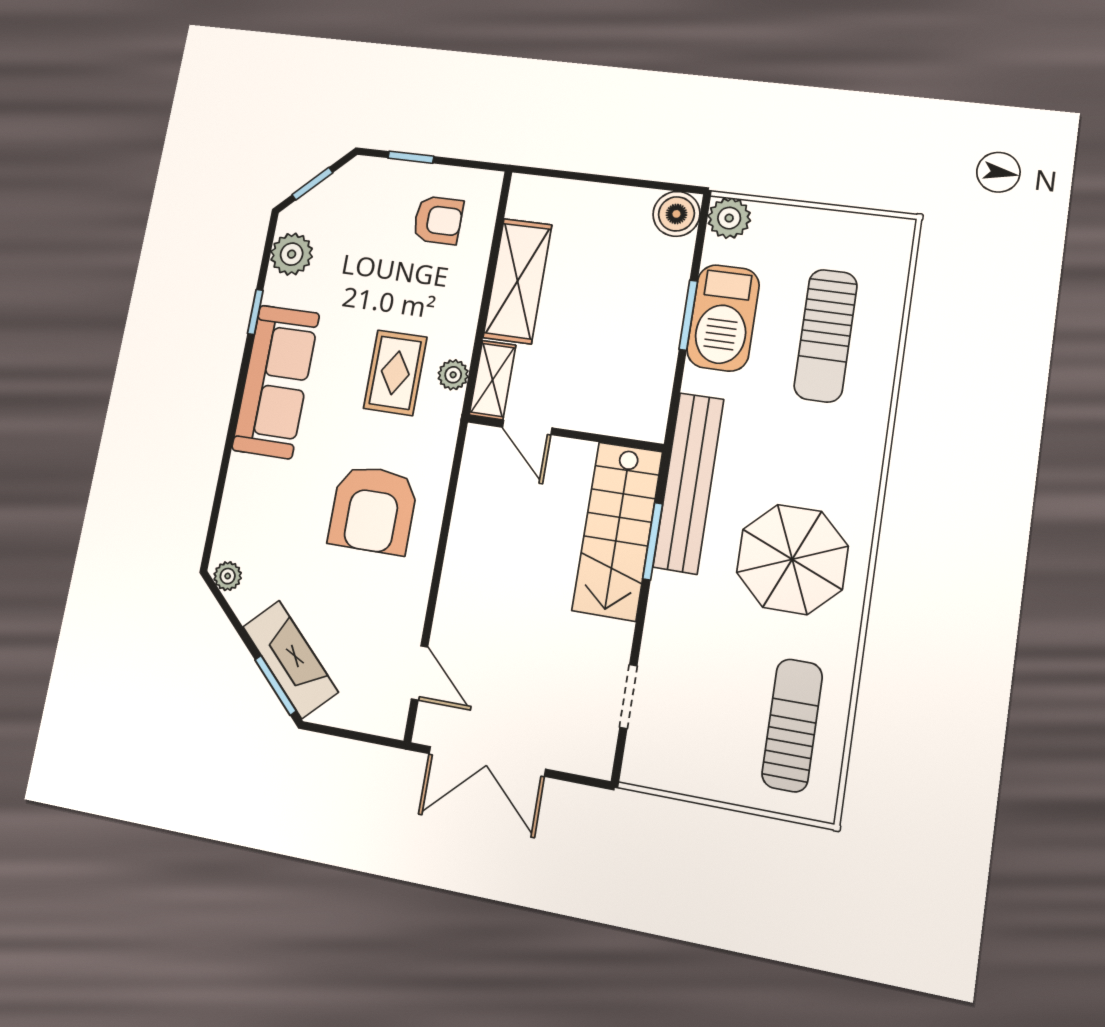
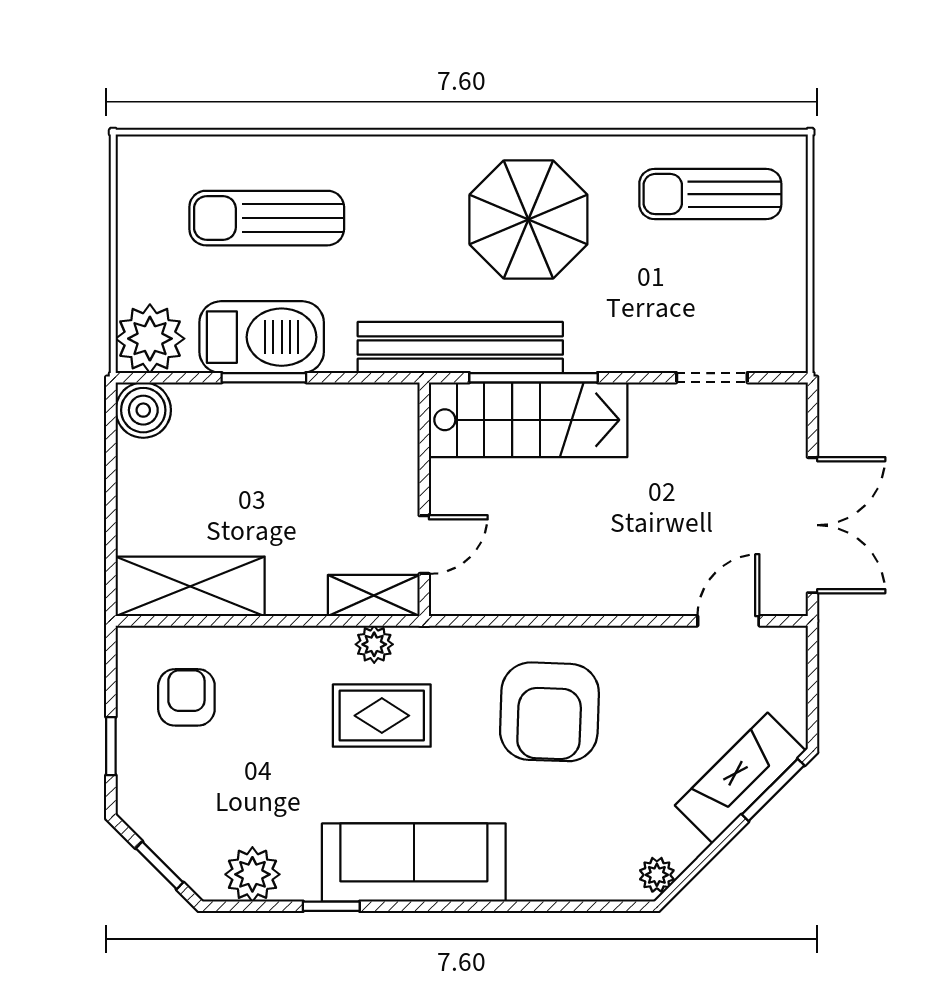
plant: (729, 218) -> (150, 339), width x1.36, depth x1.36
shelving: (517, 281) -> (190, 586), moved
sun lounger: (826, 336) -> (267, 218), turned 180
armchair: (373, 510) -> (549, 712), turned 92
window: (653, 541) -> (533, 378), width x1.44

